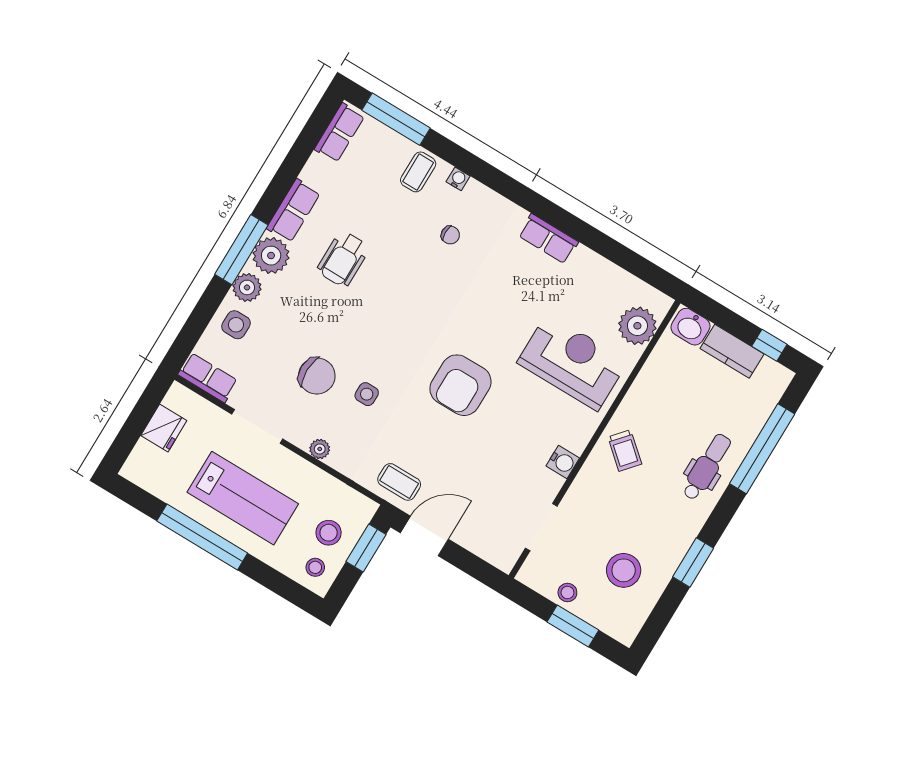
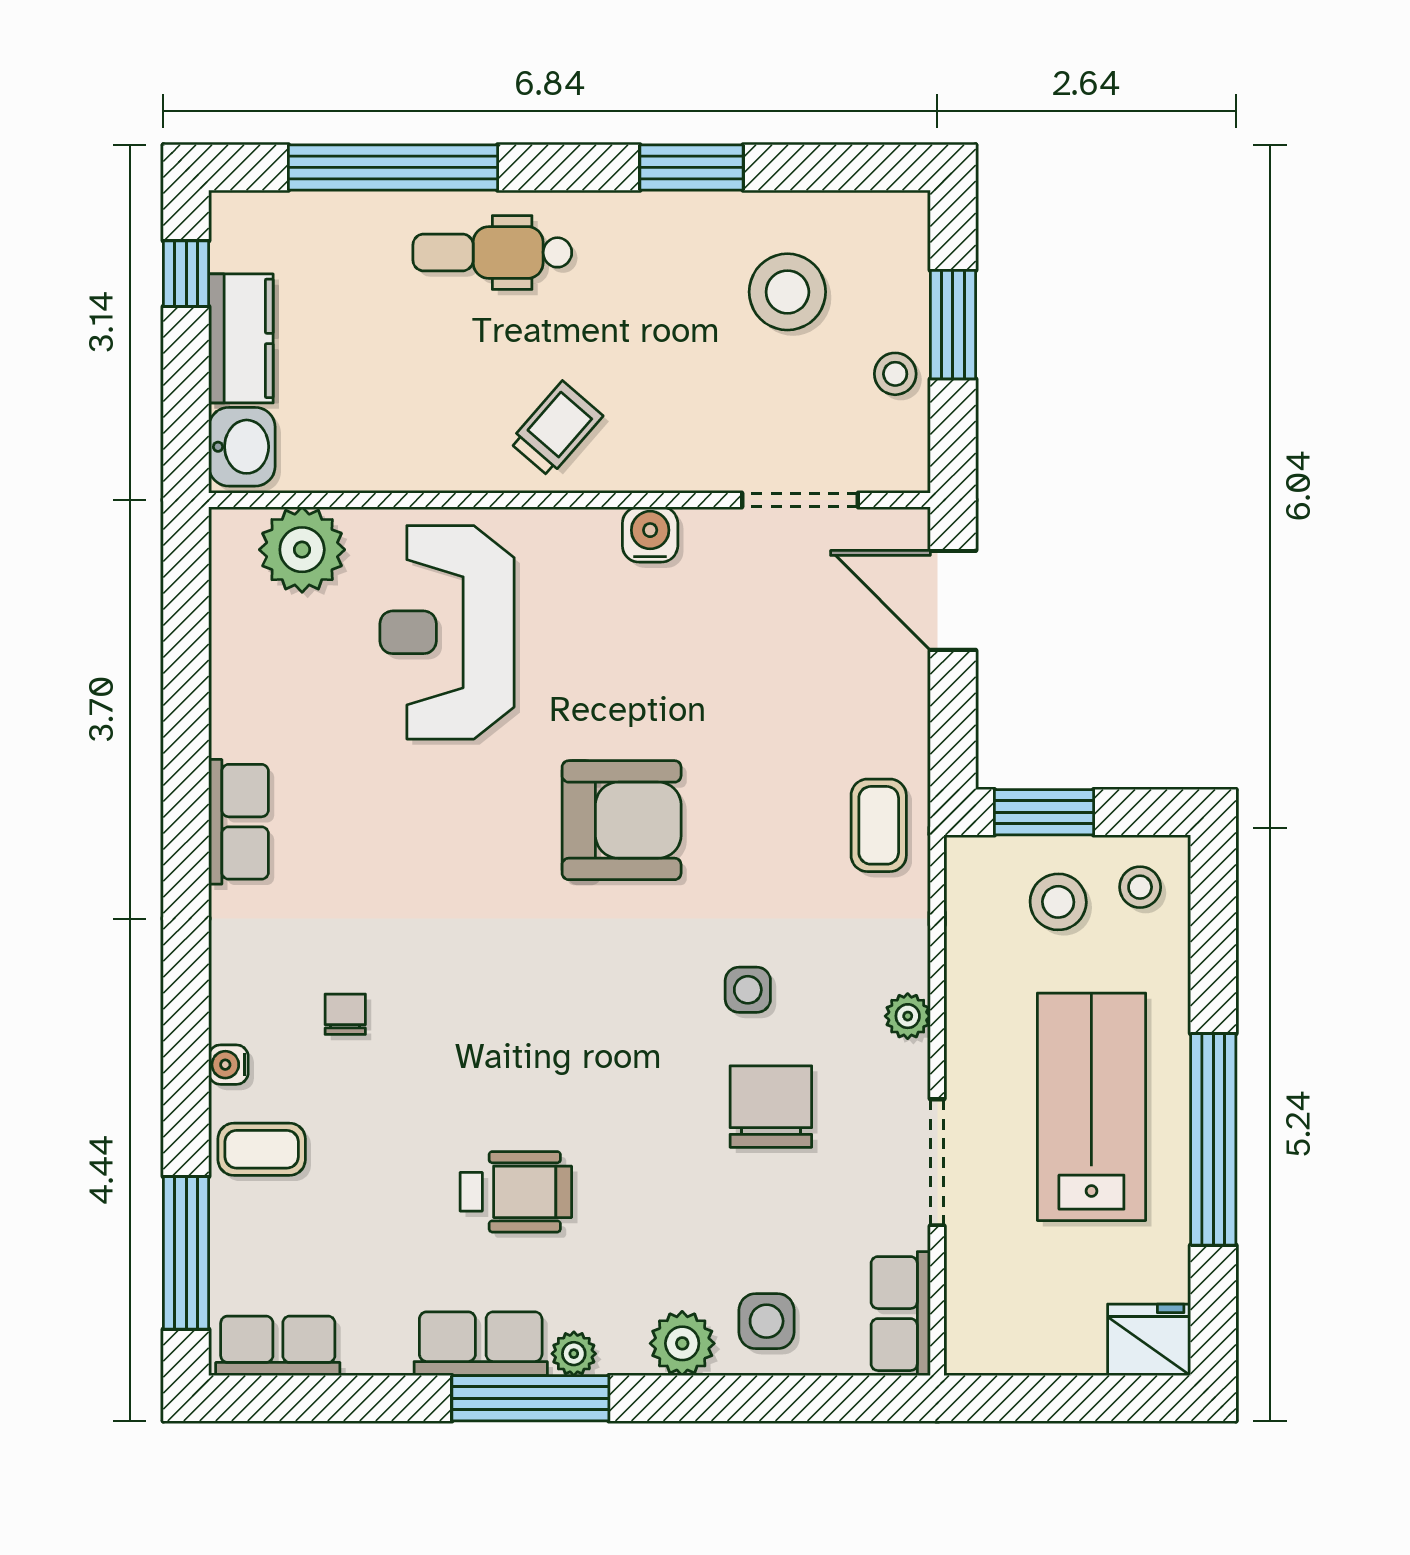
window: (241, 250) -> (530, 1398), moved
plant: (271, 256) -> (574, 1354), width x0.53, depth x0.53
fridge: (164, 428) -> (1149, 1340), moved
door: (424, 536) -> (953, 600), moved

